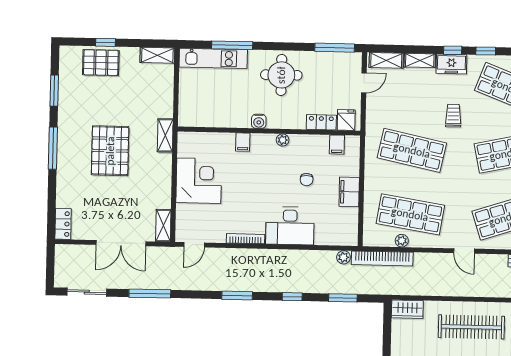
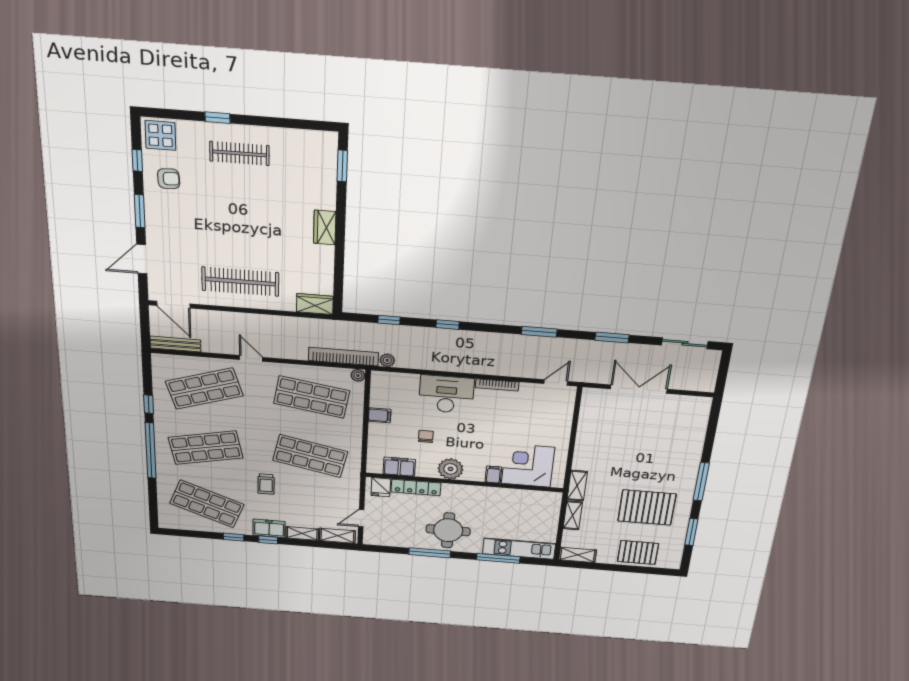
window: (106, 42) -> (631, 569), removed
window: (335, 48) -> (430, 553), moved
water cooler: (259, 121) -> (475, 492), removed
locker: (321, 122) -> (416, 487), width x1.53
plant: (283, 140) -> (451, 469), width x1.88, depth x1.88
filing cabinet: (337, 145) -> (399, 467), width x2.00
pallet: (110, 151) -> (647, 507), moved, turned 90
corner desk: (199, 181) -> (528, 465), moved, turned 90
filing cabinet: (349, 192) -> (380, 415), width x0.50
locker: (63, 224) -> (702, 411), removed
shelving: (163, 226) -> (573, 515), moved
plant: (402, 241) -> (358, 375), moved
window: (150, 293) -> (612, 338), width x0.69
window: (237, 295) -> (539, 332), moved
window: (343, 298) -> (389, 320), width x0.67

